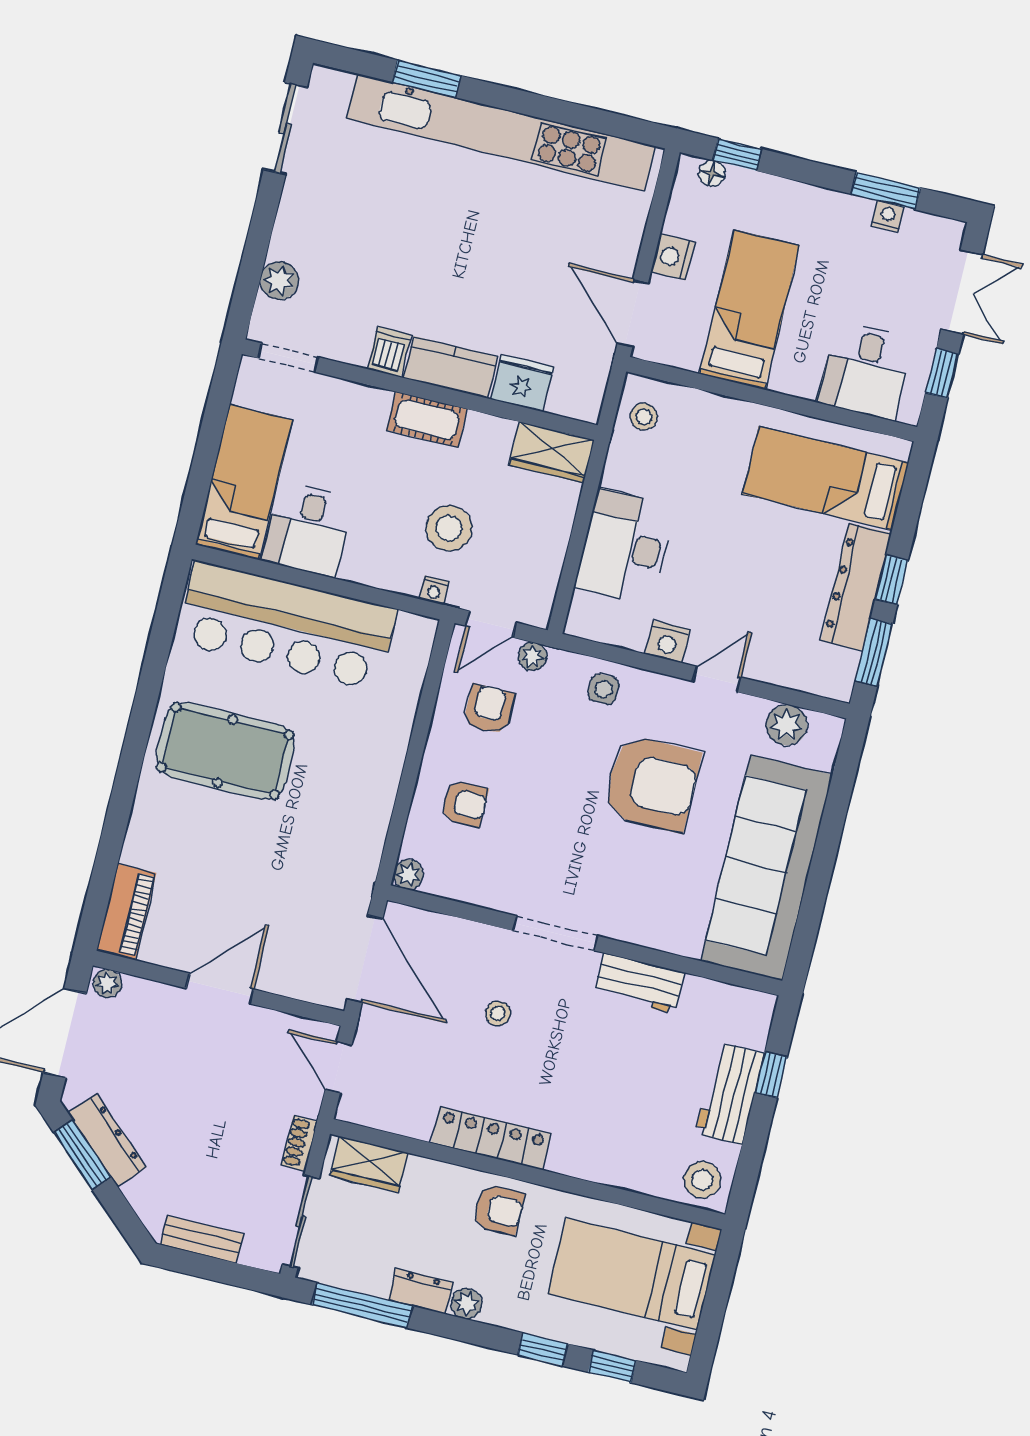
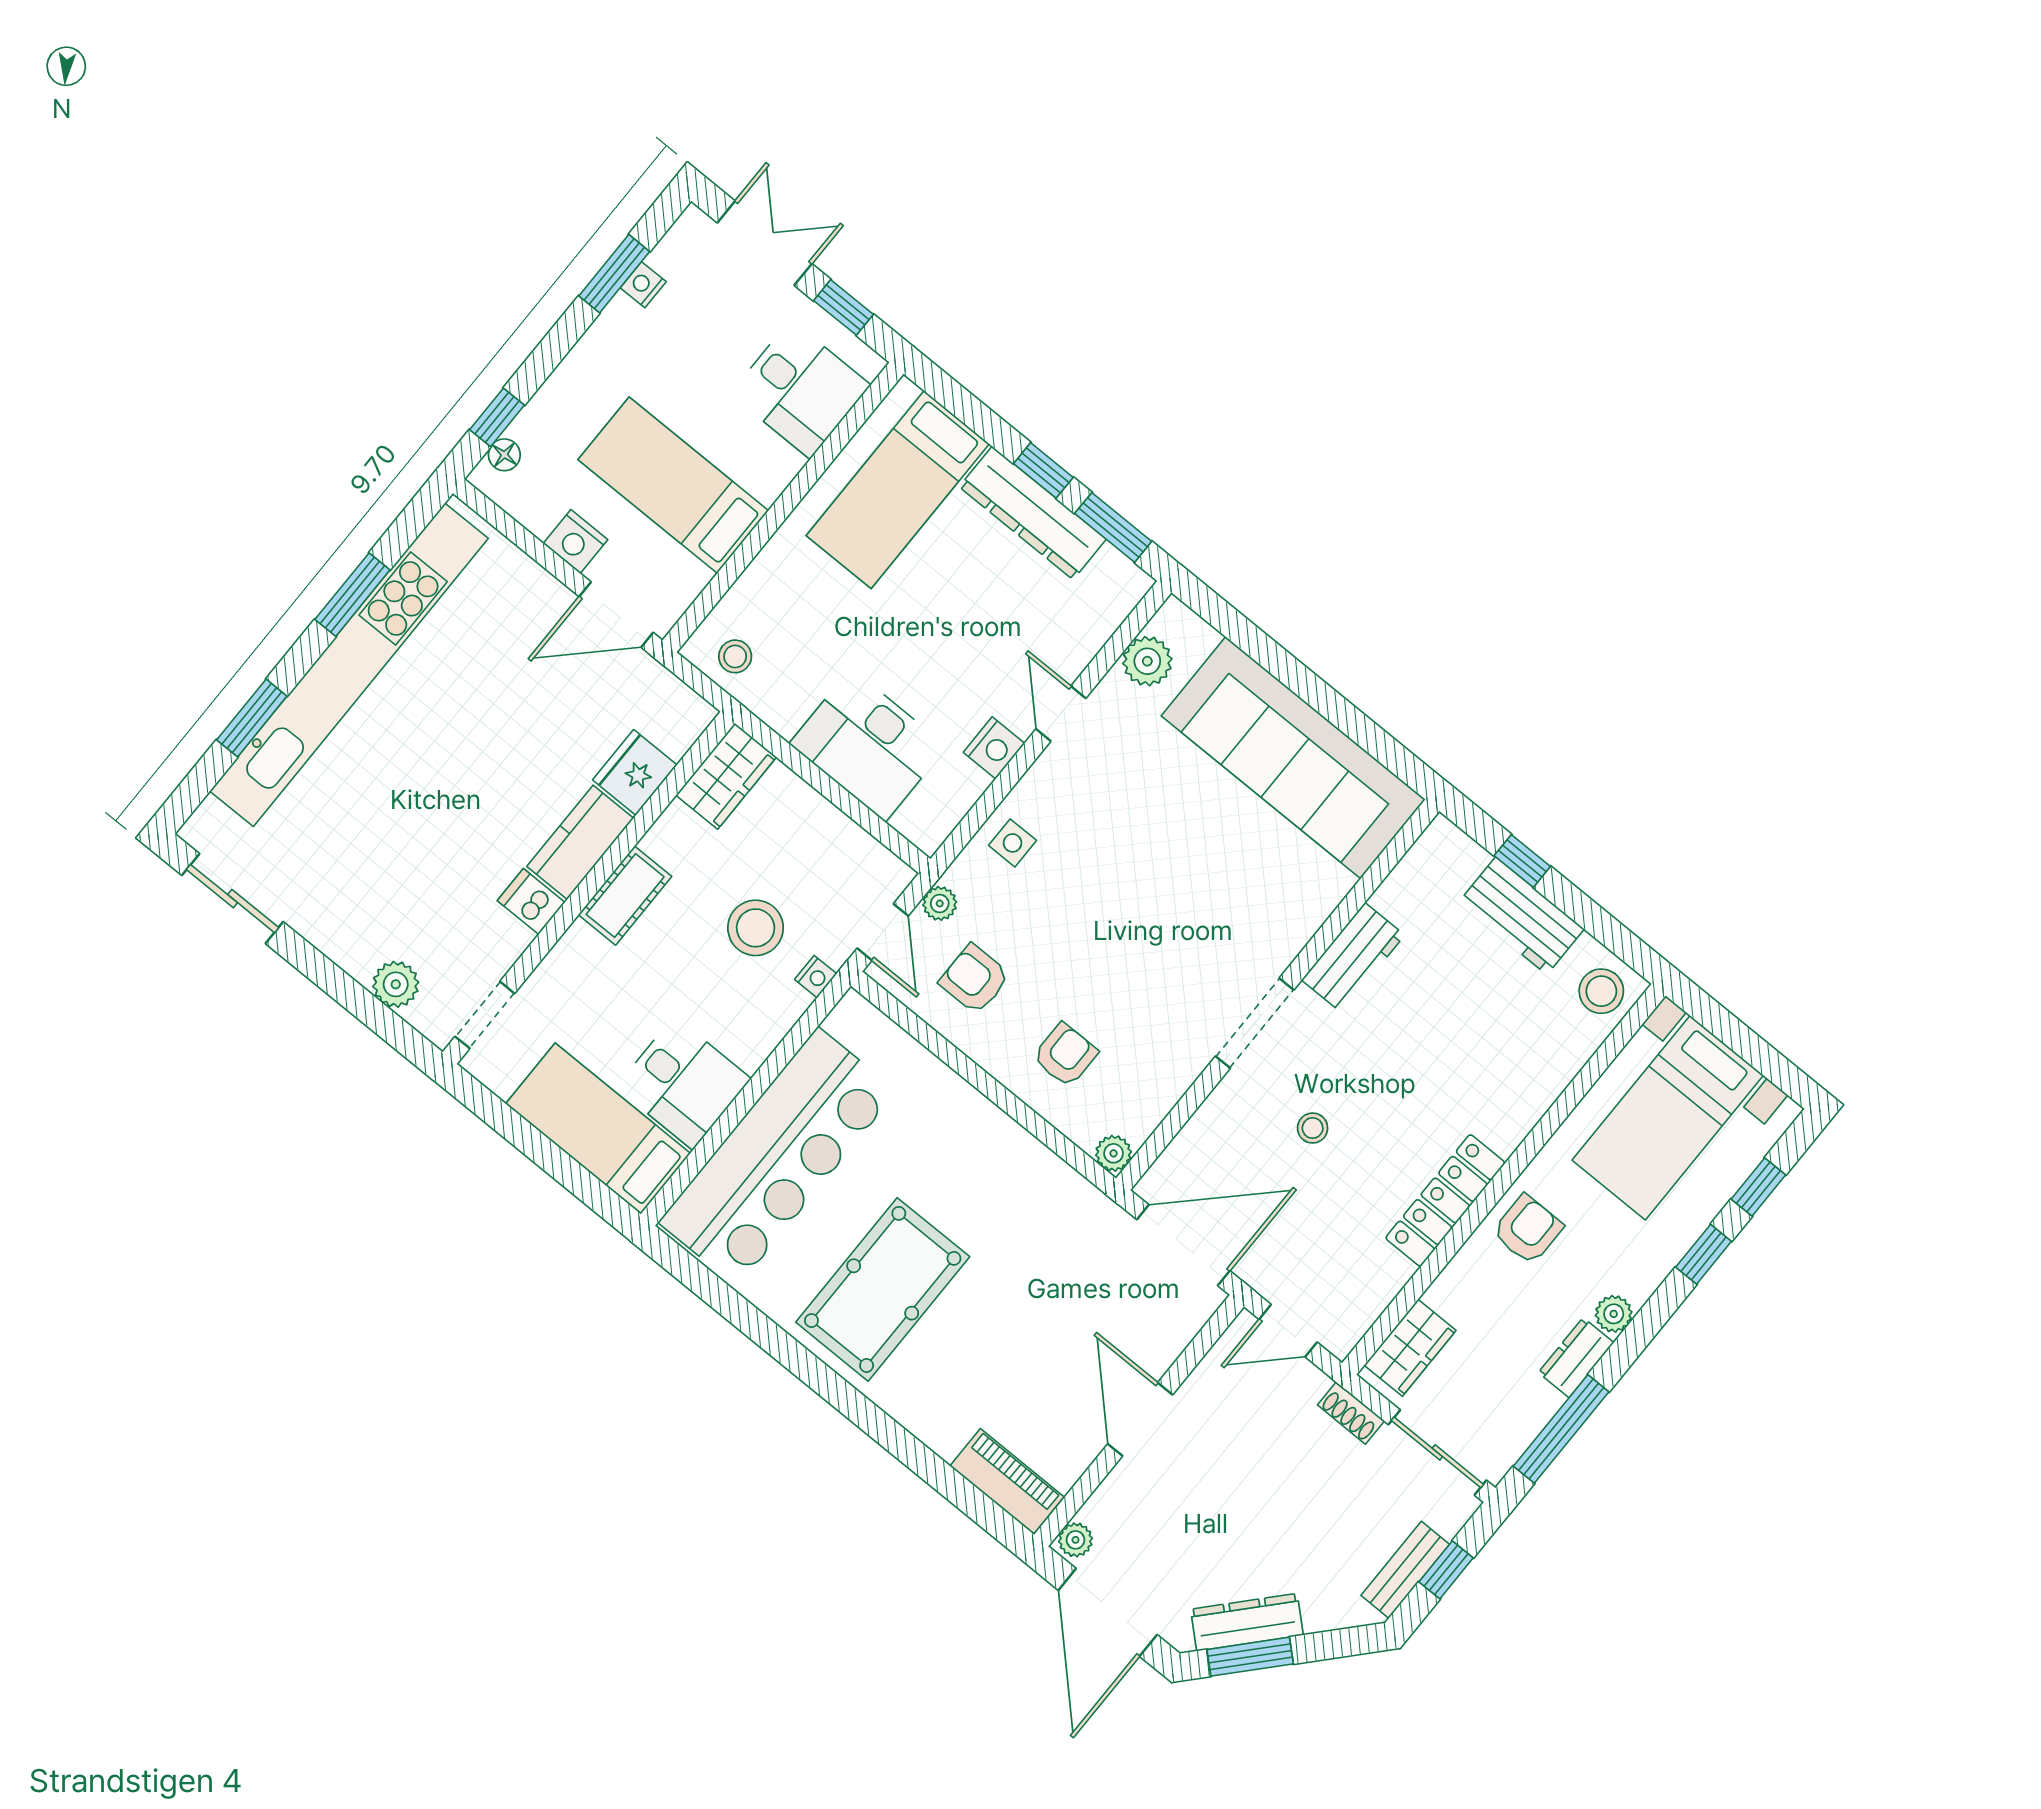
window: (554, 110) -> (352, 595), added
armchair: (652, 783) -> (1141, 839), removed
window: (216, 1270) -> (1446, 1570), added

